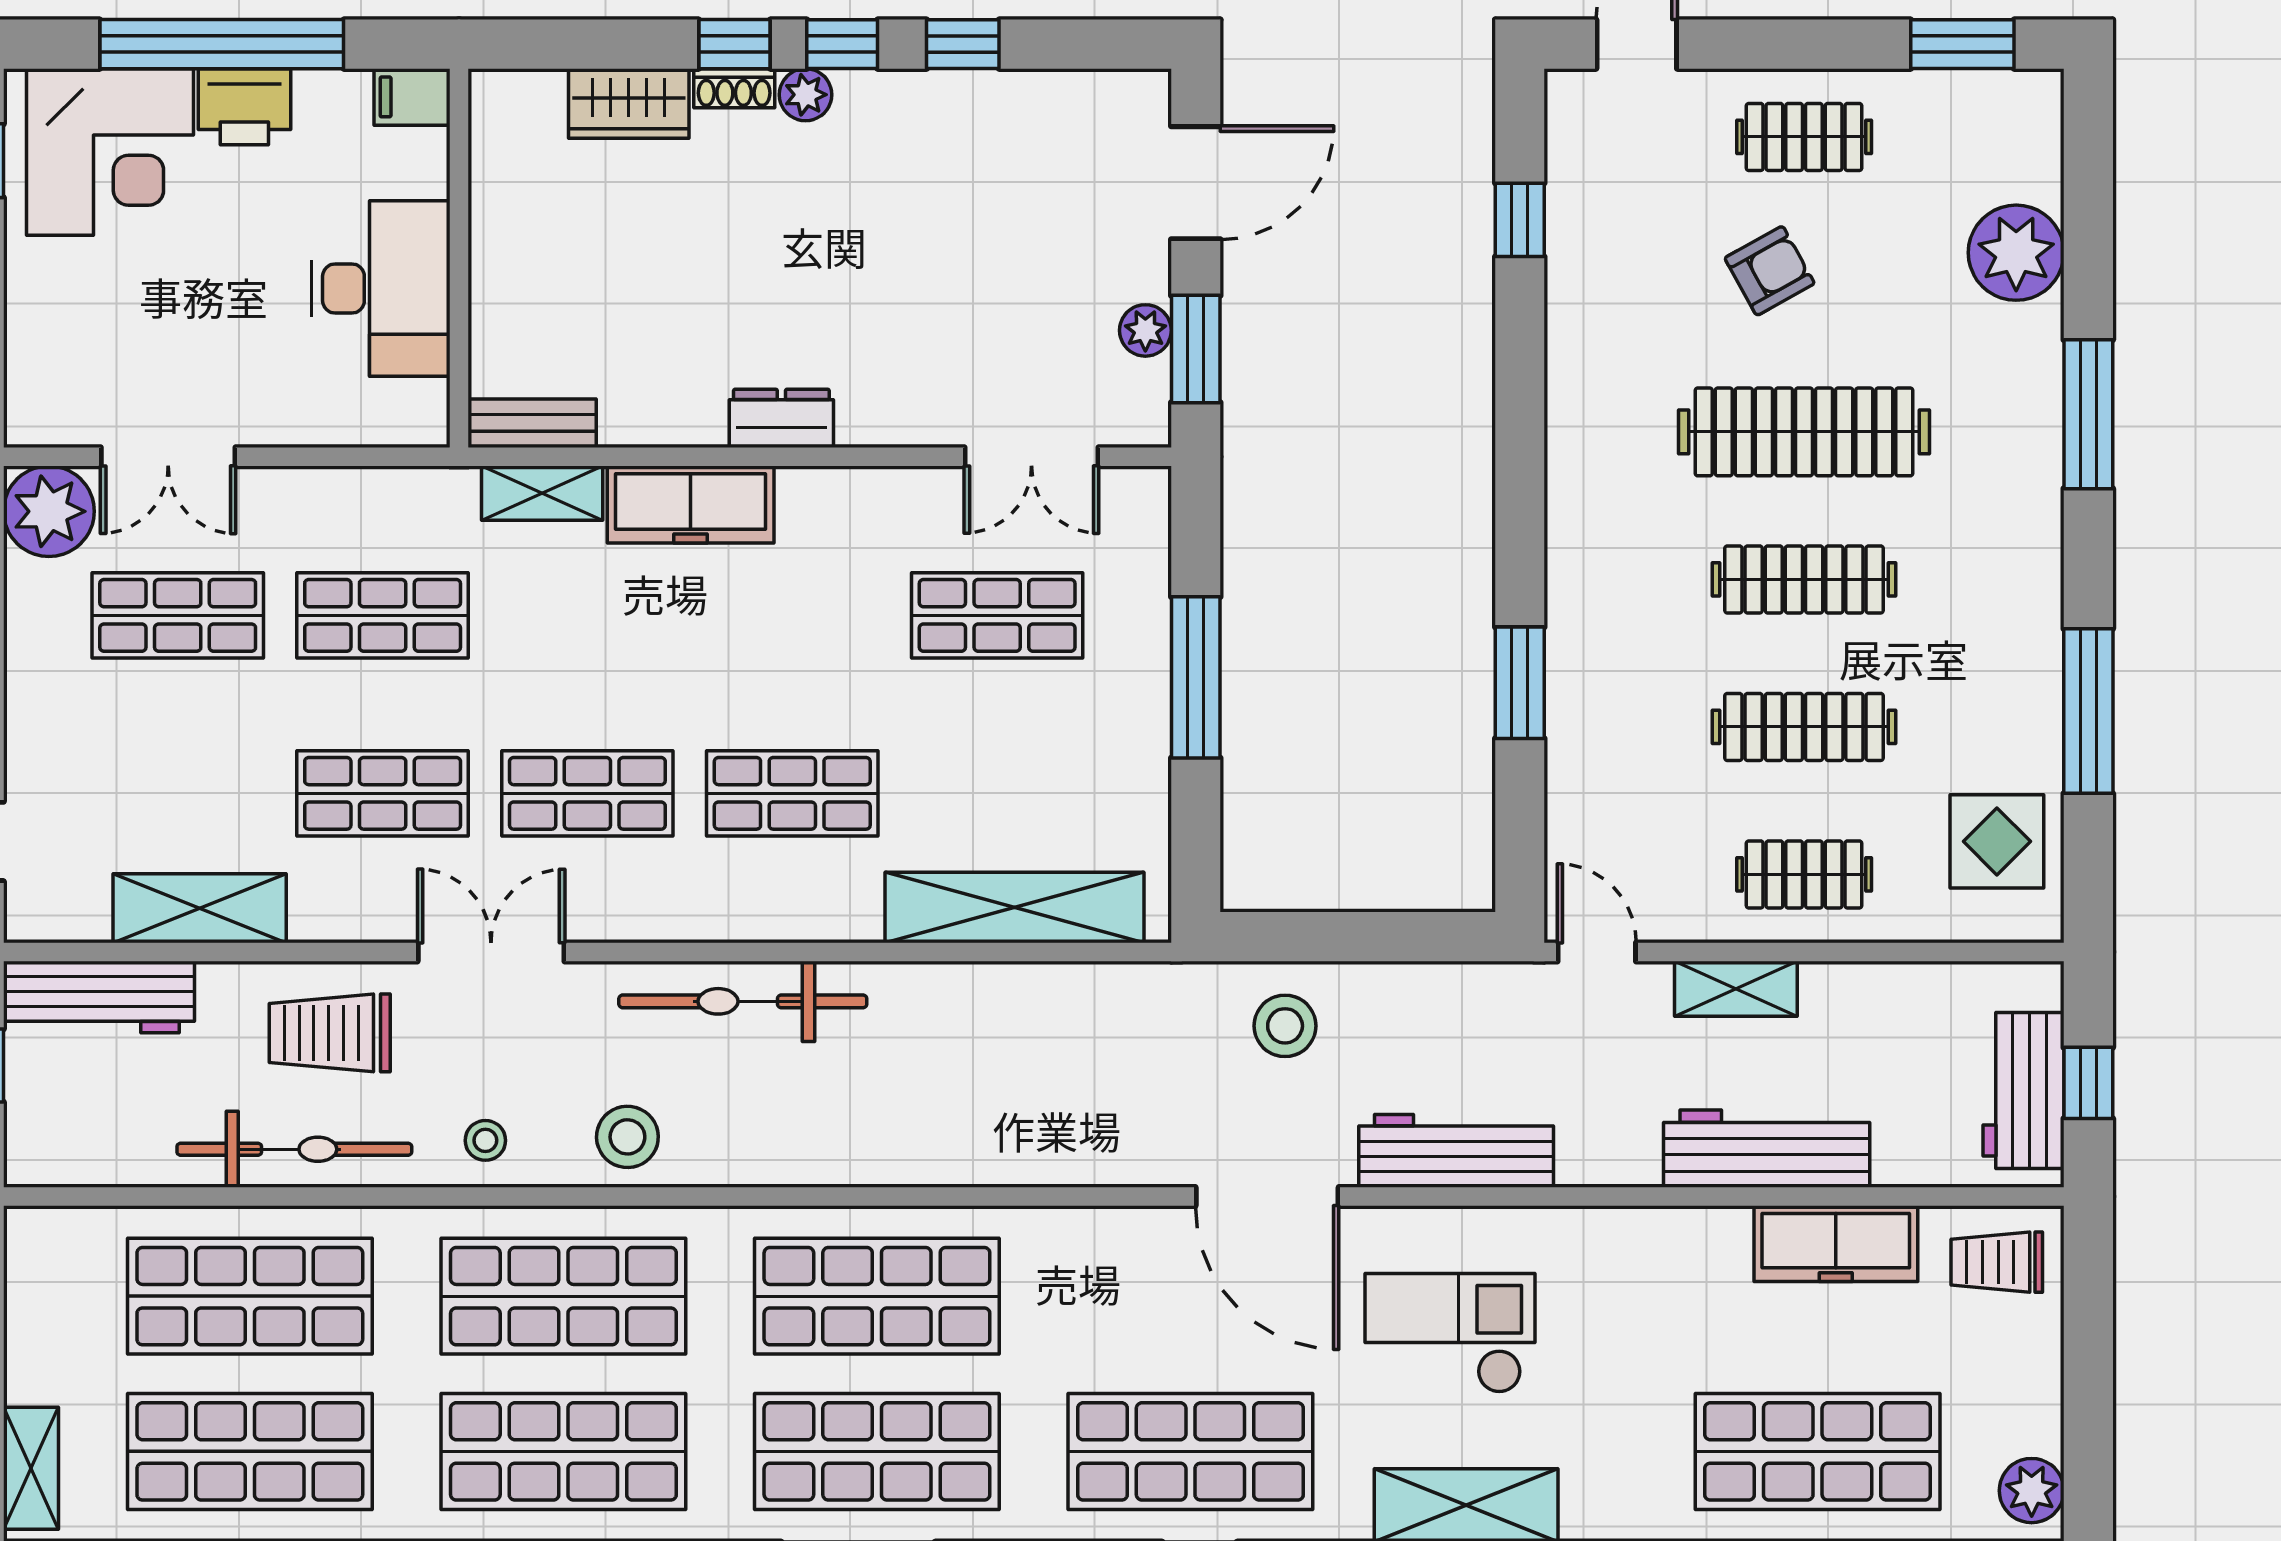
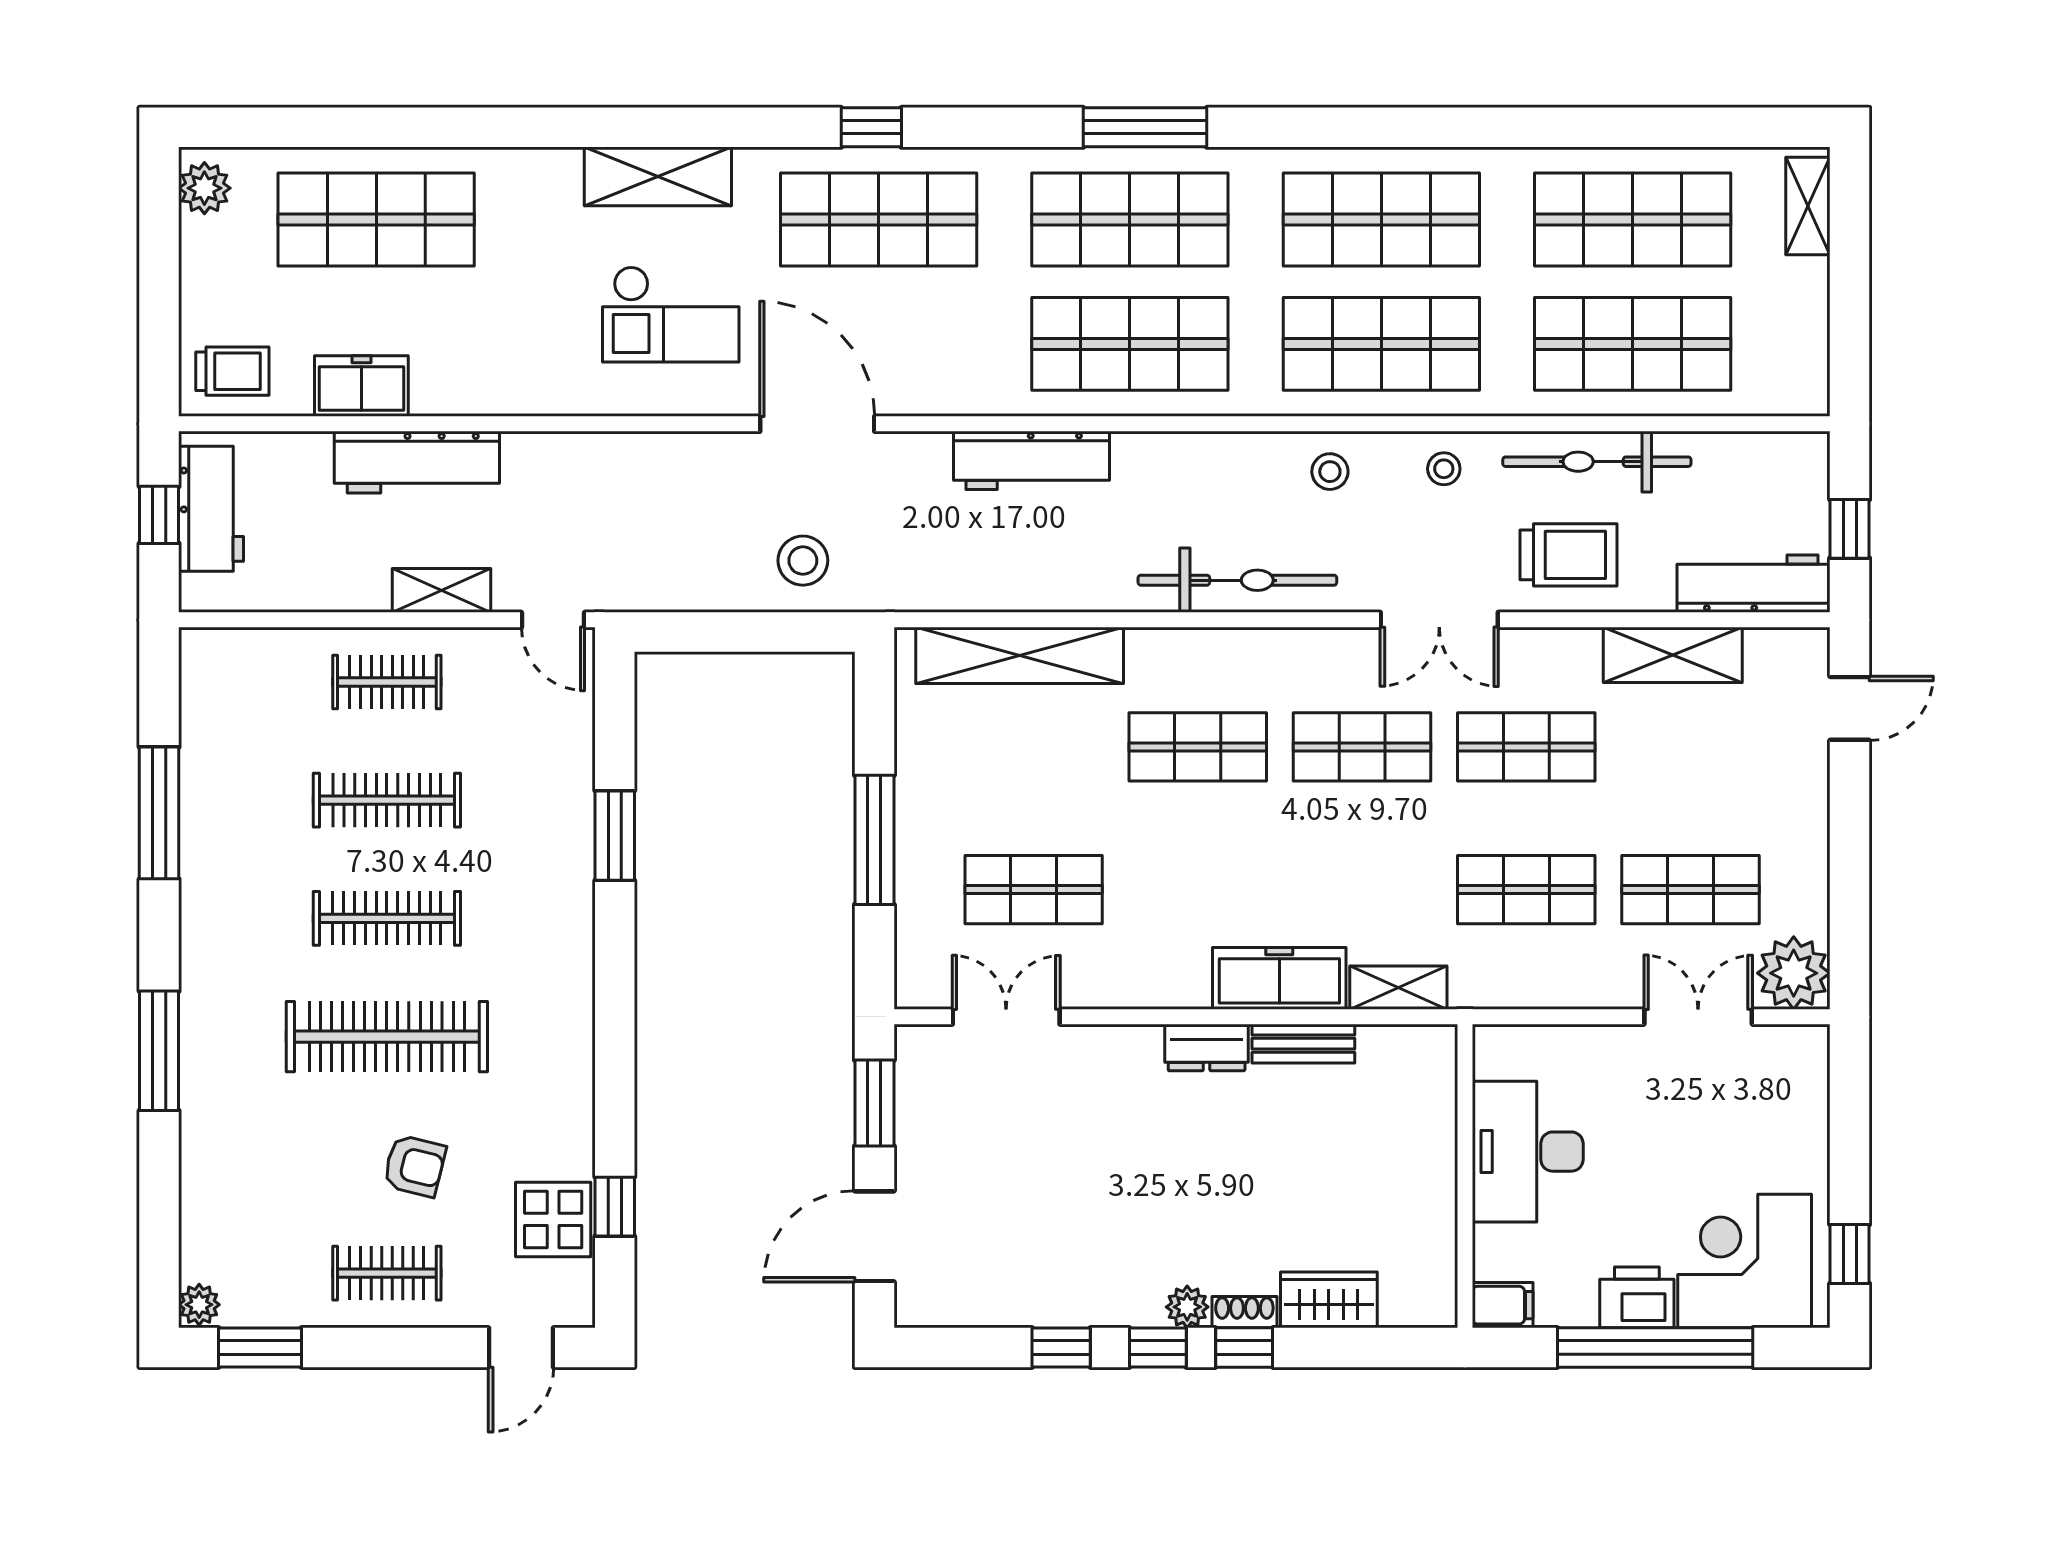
plant: (2016, 253) -> (199, 1305), moved, width x0.53, depth x0.53
armchair: (1770, 271) -> (414, 1166), turned -137
plant: (1145, 330) -> (915, 1118), removed
bench: (532, 423) -> (1303, 1044), moved
display table: (1997, 841) -> (553, 1219), moved
stool: (627, 1137) -> (1330, 472), width x0.73, depth x0.73
workbench: (1456, 1151) -> (1031, 460), moved
freezer: (1836, 1244) -> (361, 386), width x0.71

